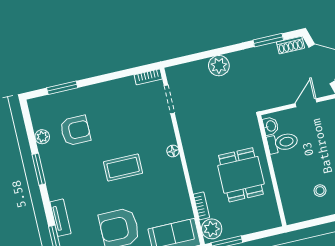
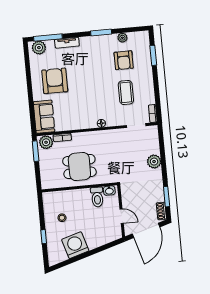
coffee table: (123, 168) -> (126, 92), moved

